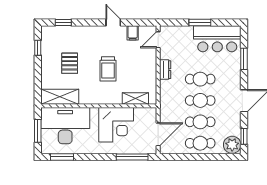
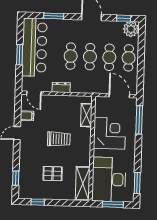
bar counter: (217, 39) -> (34, 47), width x1.36

